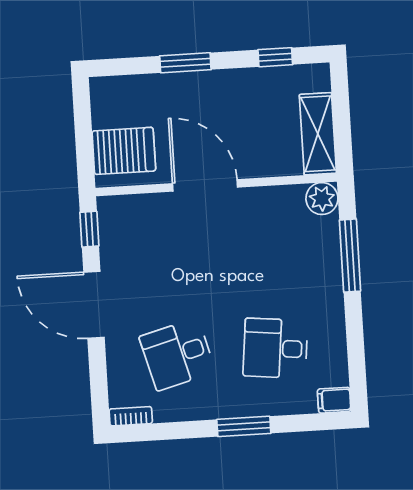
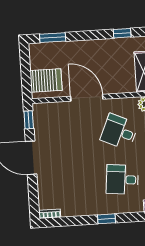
window: (185, 63) -> (53, 38), moved
desk: (177, 354) -> (119, 132), moved, turned 39
window: (244, 426) -> (107, 219), width x0.67

